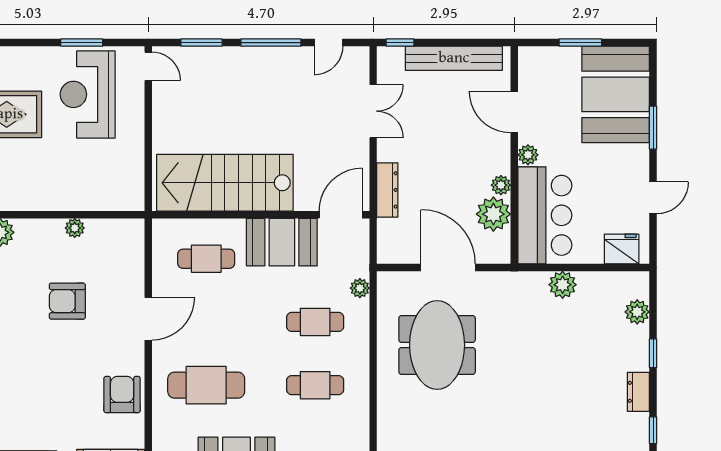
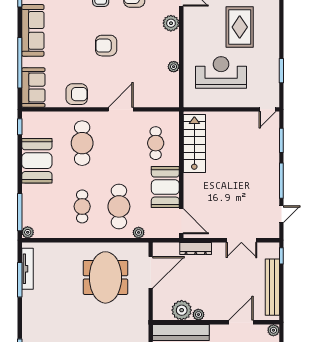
door: (329, 43) -> (281, 214), swing flipped
reception desk: (88, 94) -> (221, 72), moved
plant: (528, 155) -> (273, 330), moved
stairs: (225, 183) -> (194, 143), width x0.73, depth x0.66
door: (448, 267) -> (151, 272), moved
armchair: (67, 301) -> (106, 46), moved, turned -90
door: (148, 319) -> (121, 109), swing flipped
cafe table: (315, 322) -> (119, 206), width x1.37, depth x1.35
meeting table: (437, 345) -> (105, 277), turned 90

